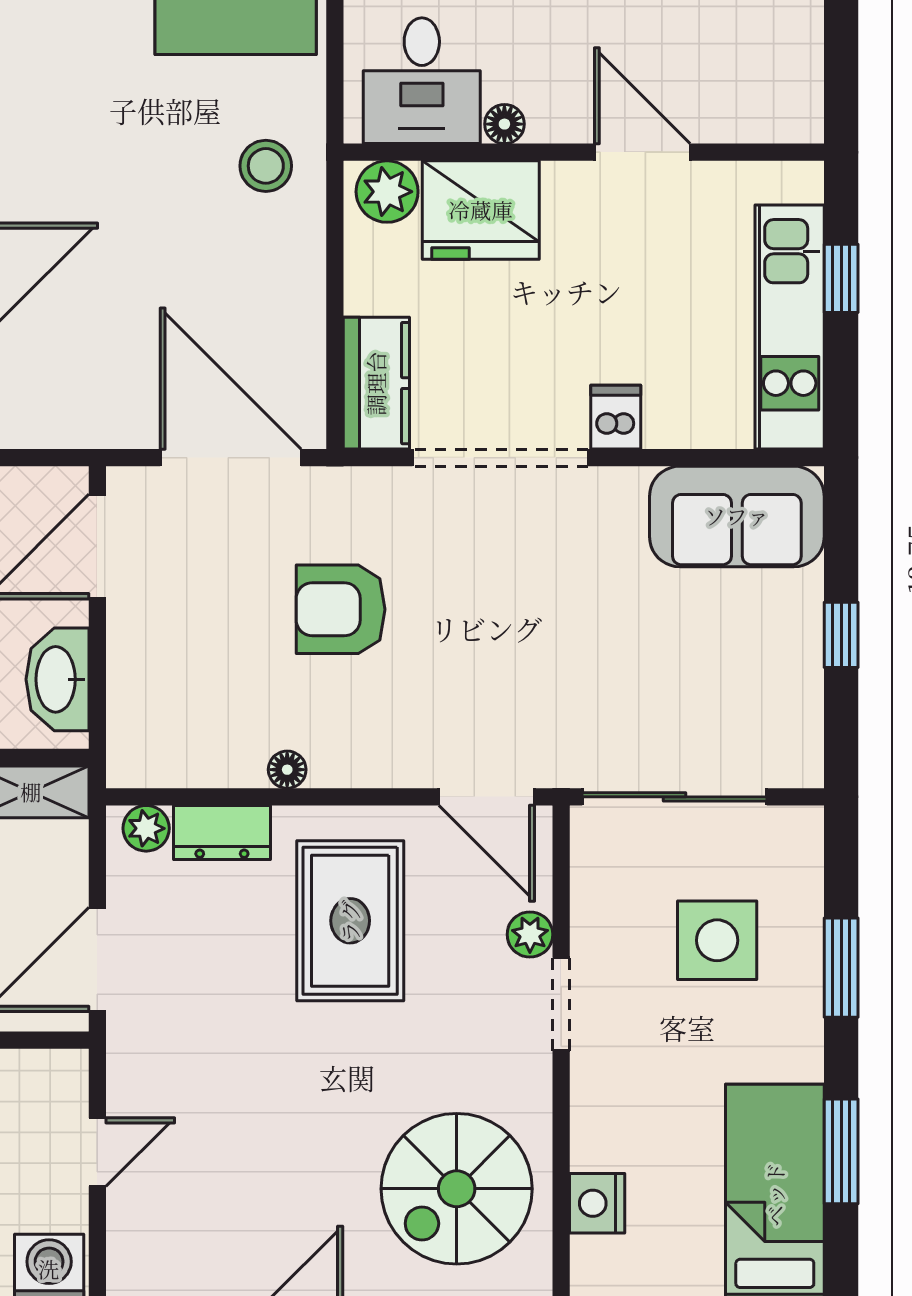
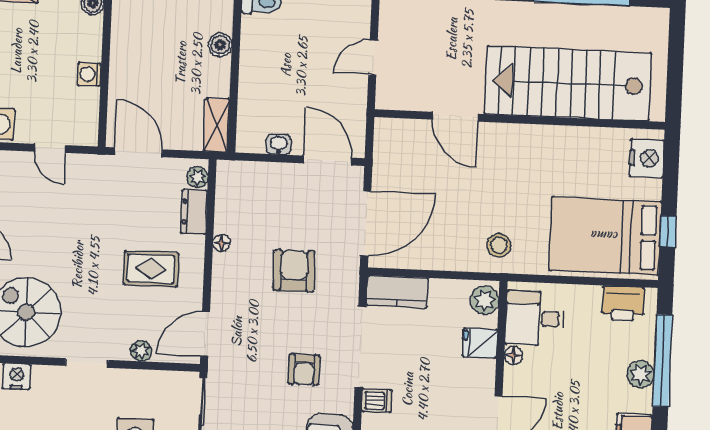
fridge: (481, 210) -> (480, 343), width x0.53, depth x0.75
armchair: (555, 578) -> (304, 370), added
washbasin: (58, 679) -> (279, 144), width x0.52, depth x0.69
rug: (350, 921) -> (151, 269), width x0.73, depth x0.70
doorway: (561, 1004) -> (87, 363), moved

